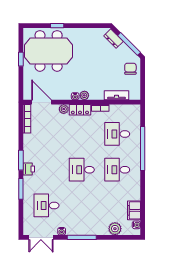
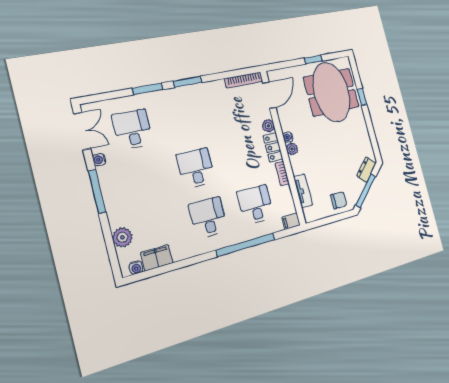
filing cabinet: (136, 111) -> (291, 221), added
printer: (29, 169) -> (178, 95), removed
double door: (41, 237) -> (82, 131), swing flipped

